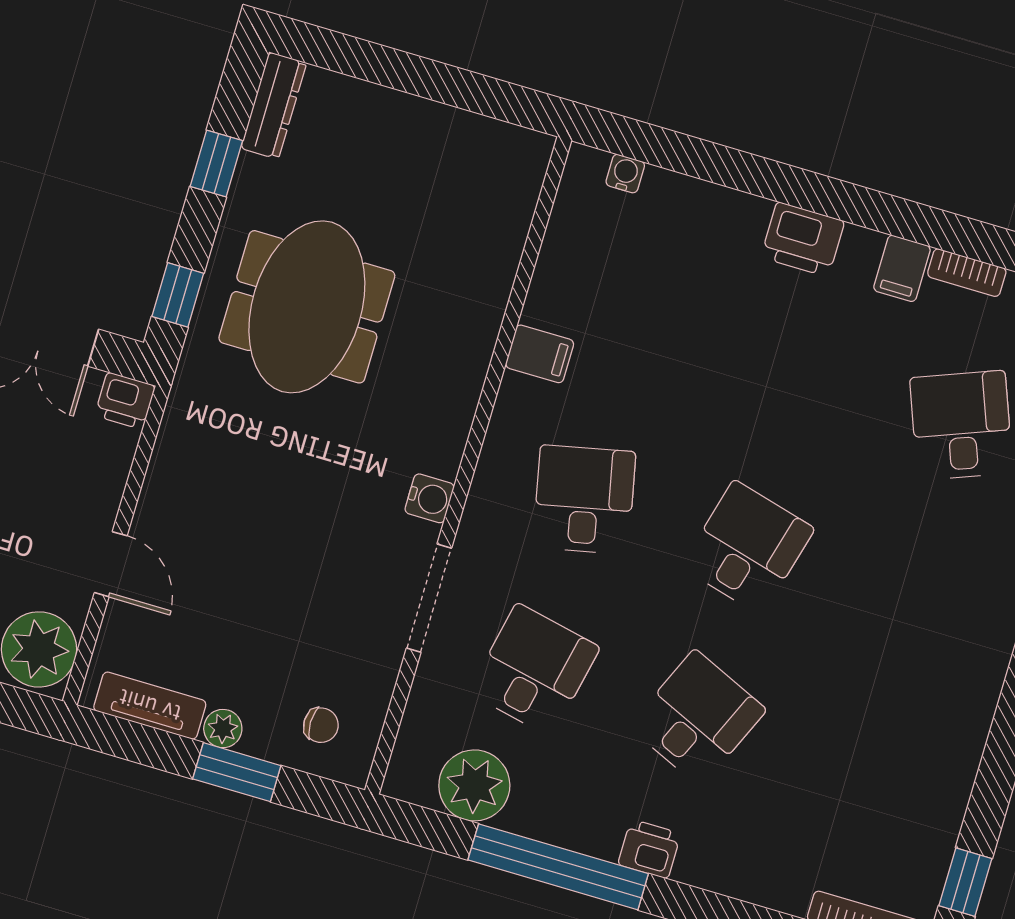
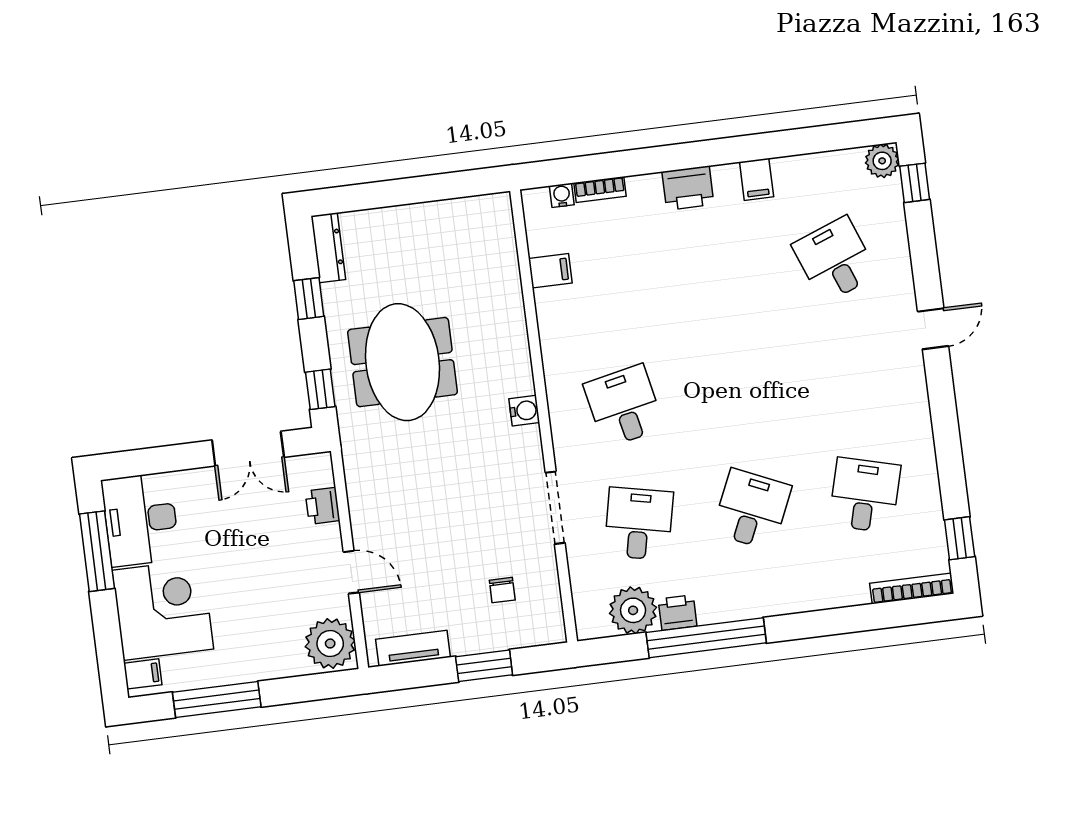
bookcase: (967, 273) -> (600, 190), moved
filing cabinet: (540, 354) -> (550, 271), moved
printer: (125, 401) -> (323, 506), moved, turned 90
water cooler: (430, 498) -> (524, 411), moved
desk: (748, 548) -> (865, 495), moved
chair: (321, 725) -> (502, 590), moved, turned 90
plant: (223, 729) -> (464, 643), removed
printer: (649, 849) -> (678, 613), moved

